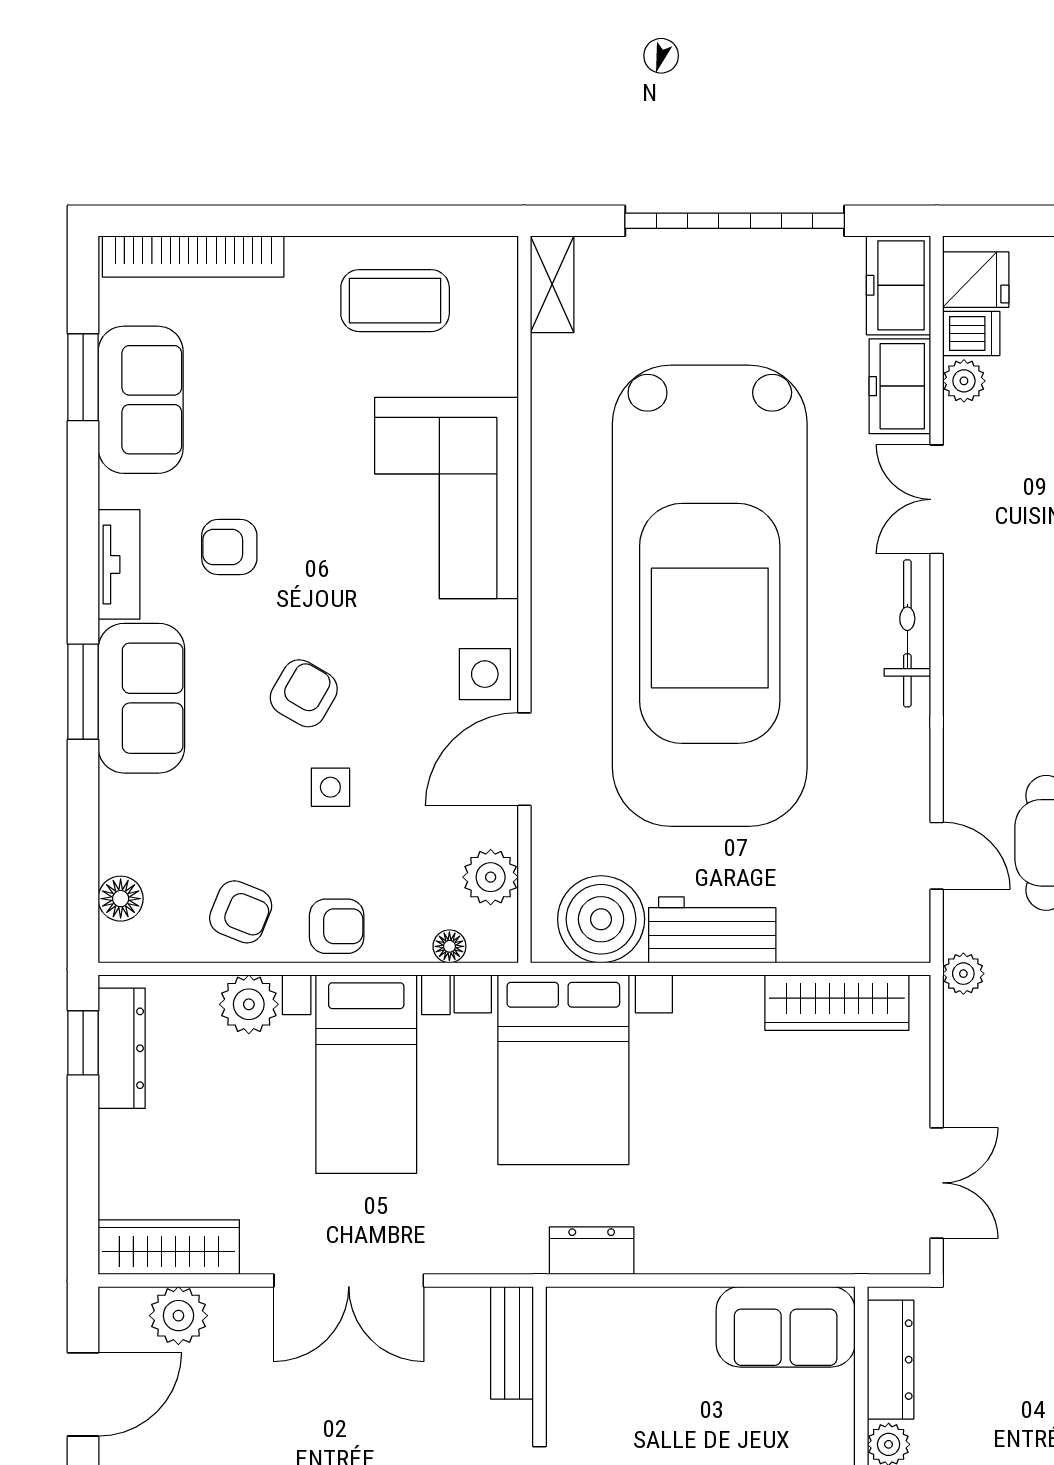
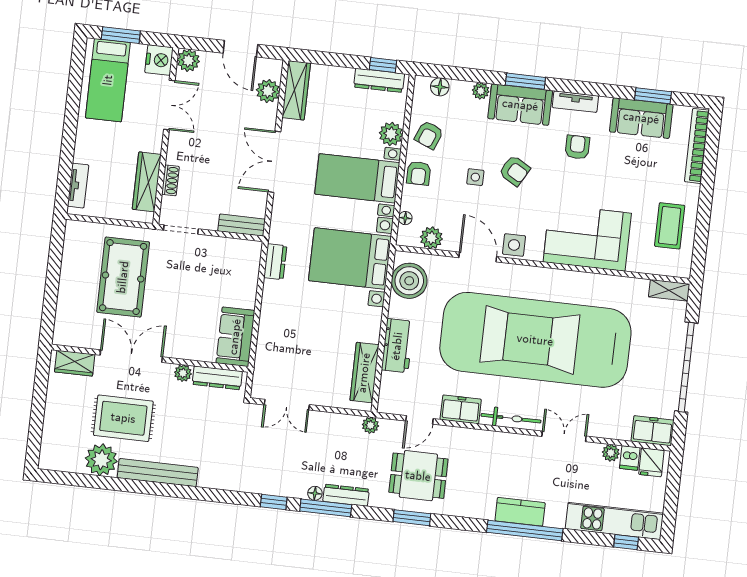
freezer: (900, 386) -> (461, 409), moved
plant: (119, 798) -> (481, 91), added
workbench: (712, 930) -> (397, 346), moved

